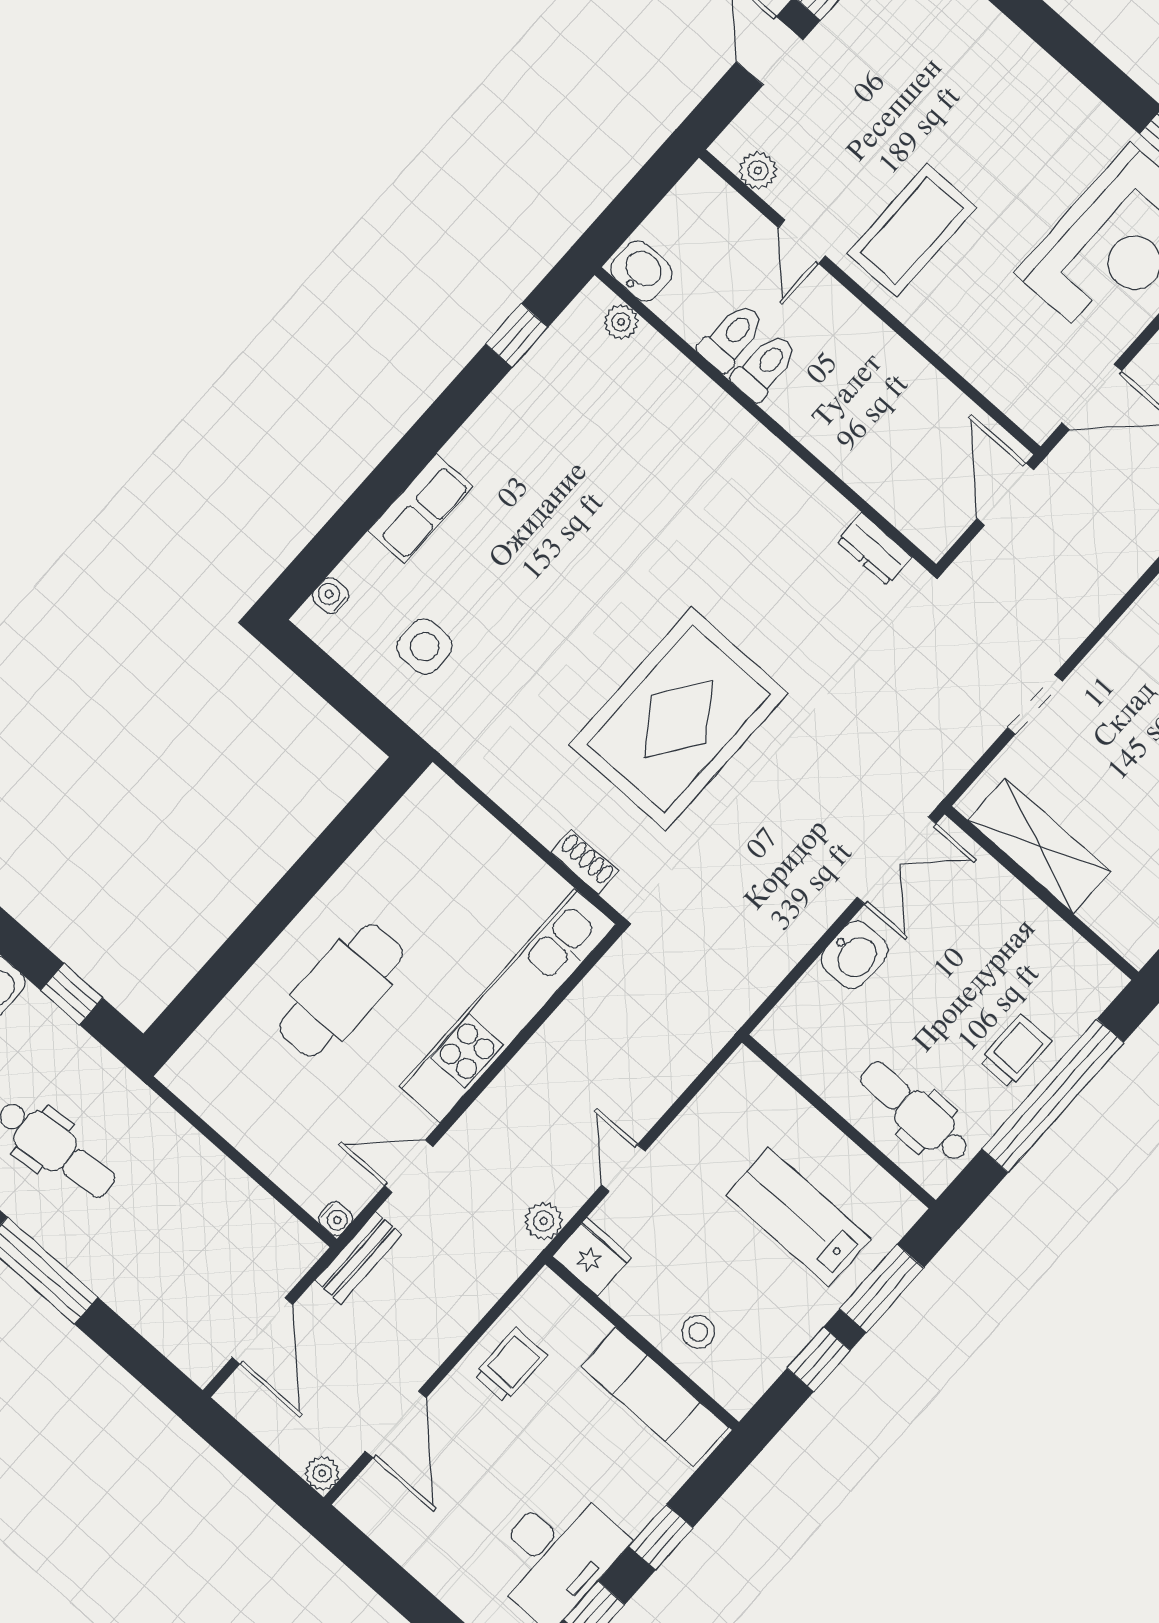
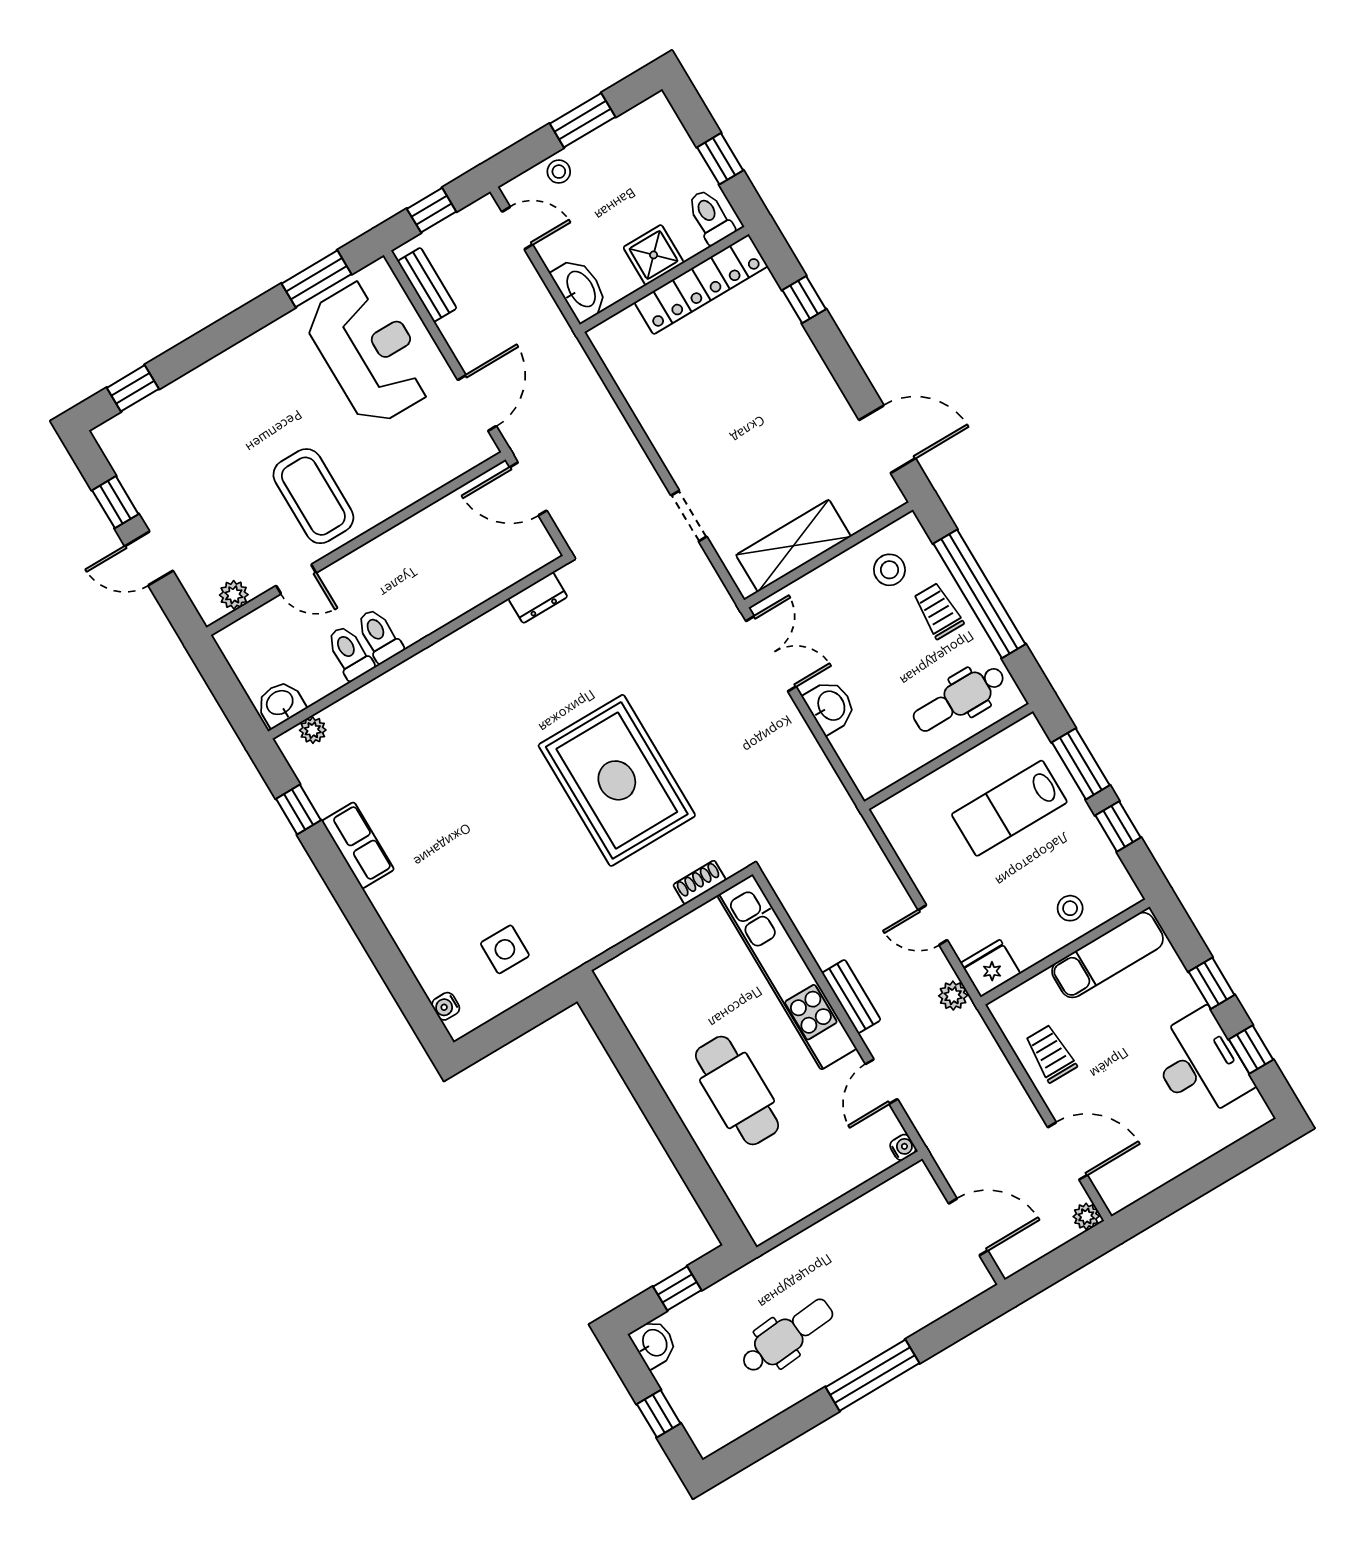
row of seats: (420, 509) -> (358, 845), moved
stool: (1047, 974) -> (889, 570), added
bench: (358, 1258) -> (851, 996), moved

